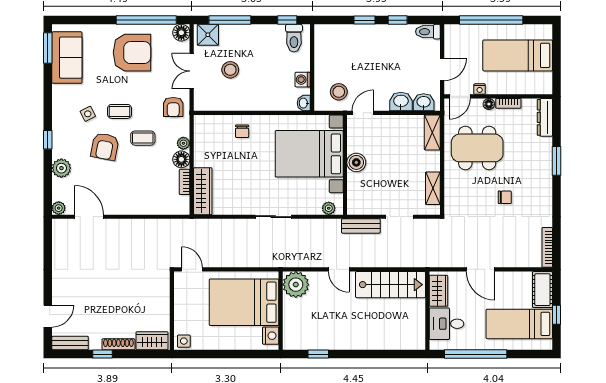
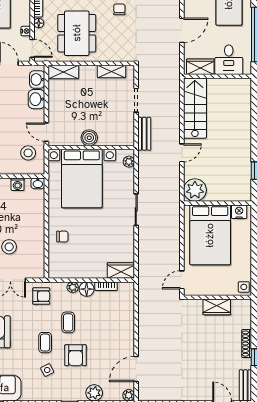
armchair: (105, 147) -> (75, 355), turned 79
wardrobe: (203, 191) -> (121, 271), width x0.67
wardrobe: (152, 341) -> (217, 307), moved, turned -90

